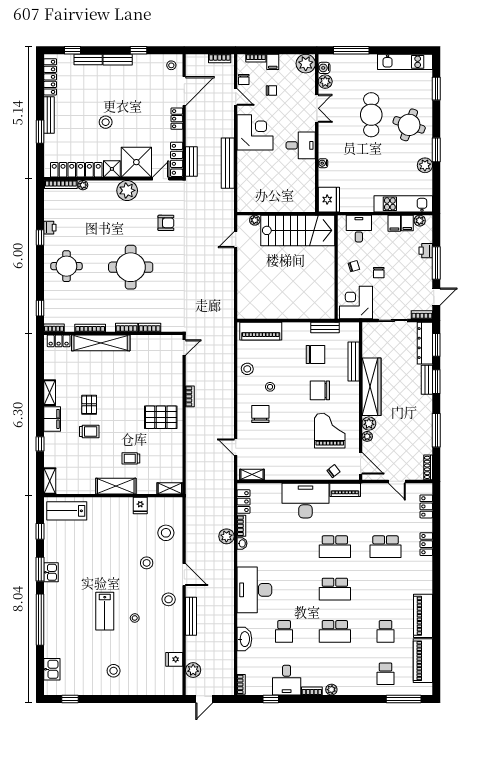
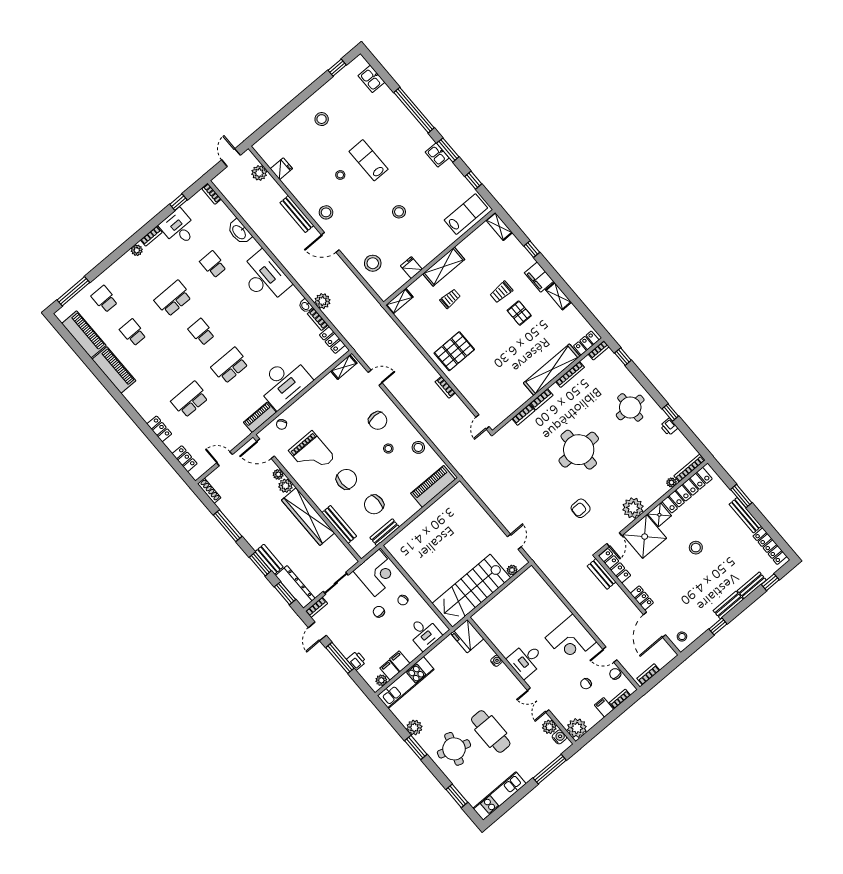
bench: (228, 163) -> (572, 597), removed
stool: (147, 563) -> (399, 212), moved
school desk: (335, 589) -> (201, 332), width x0.54

